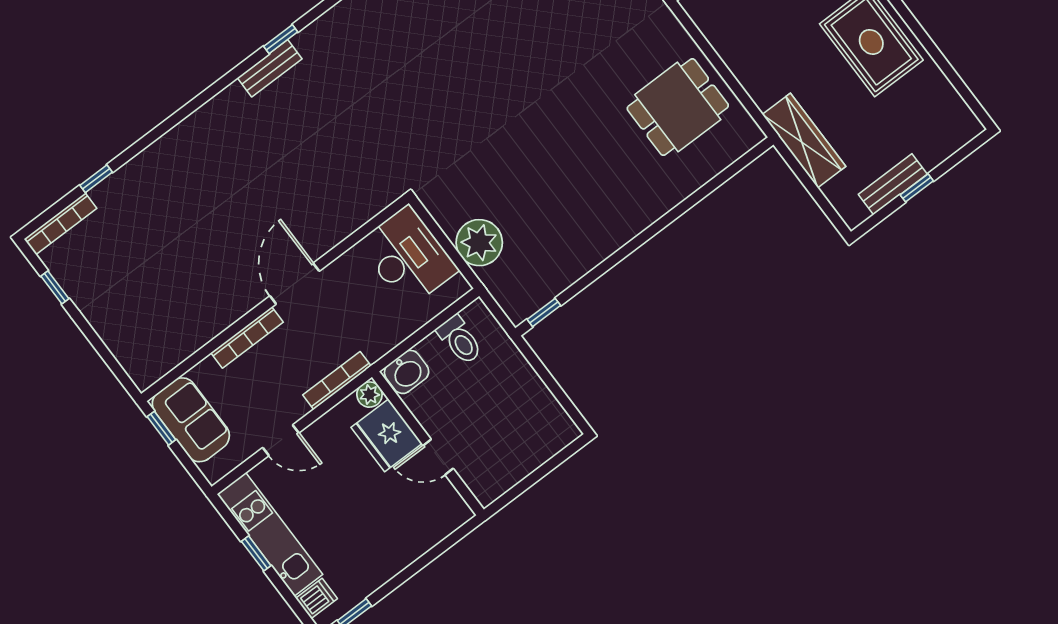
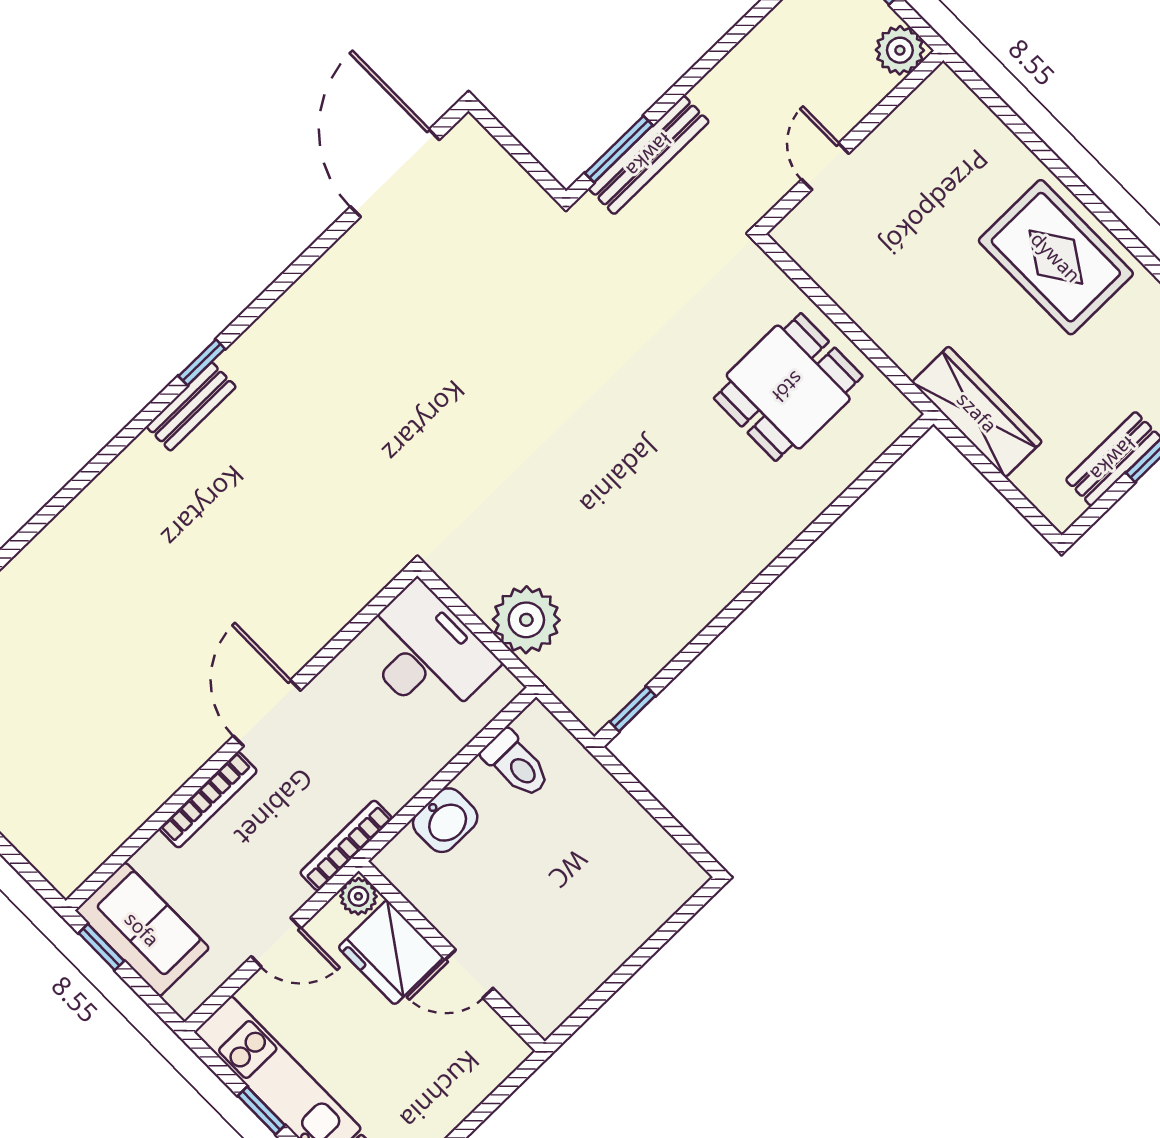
plant: (369, 395) -> (358, 896), moved
fridge: (387, 435) -> (391, 952), moved
wall: (428, 443) -> (452, 956), moved
door: (438, 457) -> (469, 974), moved

